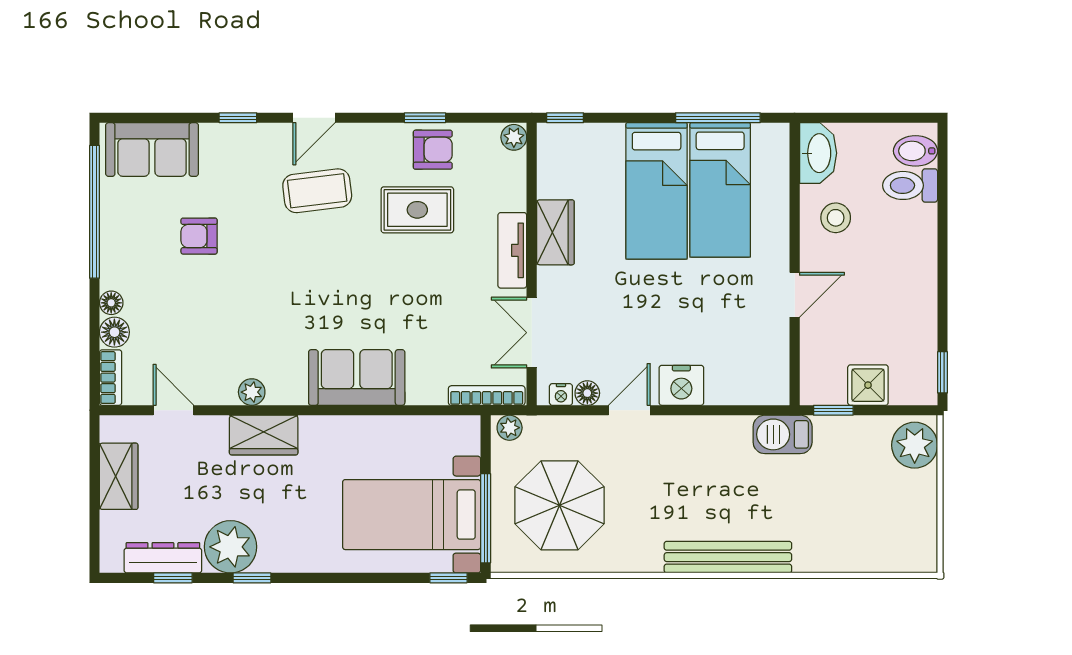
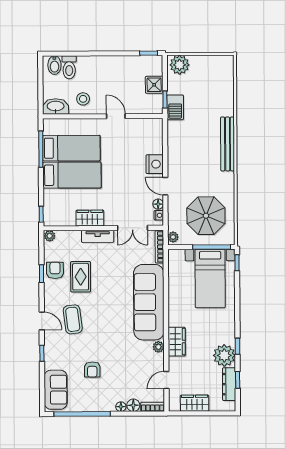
sofa: (357, 378) -> (149, 302), width x1.85, depth x1.27
barbecue: (783, 434) -> (175, 107), moved

